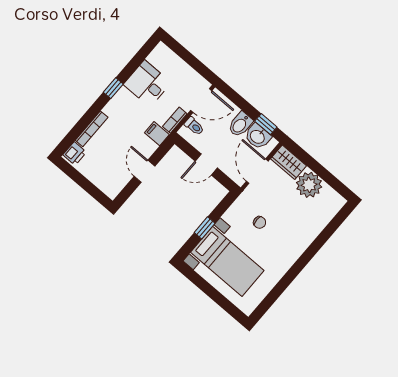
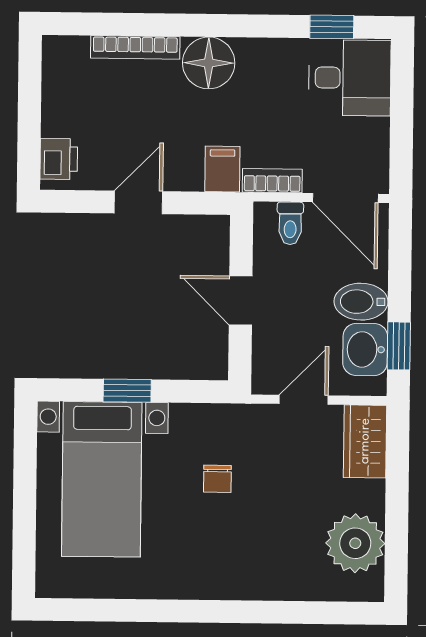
desk: (147, 84) -> (350, 78), moved, turned 90
window: (113, 88) -> (332, 27), moved
floor lamp: (117, 109) -> (209, 63), added
printer: (75, 153) -> (59, 159), moved, turned -90
door: (257, 171) -> (304, 400), width x0.73
plant: (309, 185) -> (355, 543), moved

